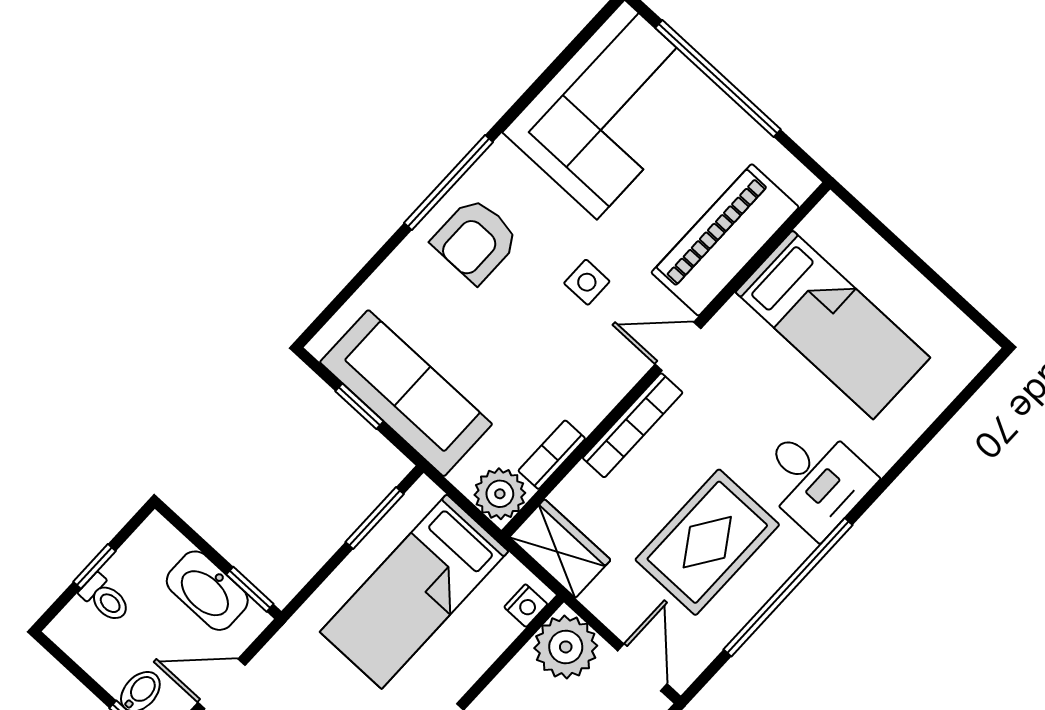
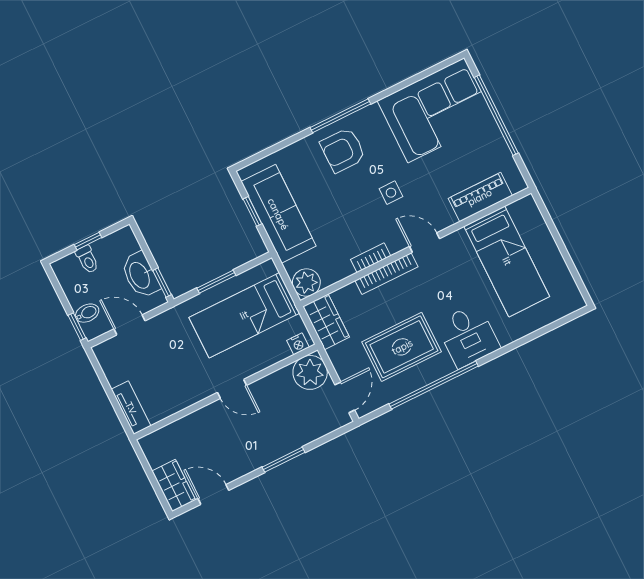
piano: (725, 240) -> (480, 197), width x0.73, depth x0.75
bookcase: (552, 455) -> (371, 258), moved
window: (375, 518) -> (216, 282), moved

